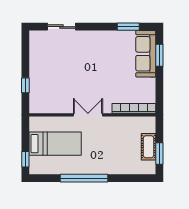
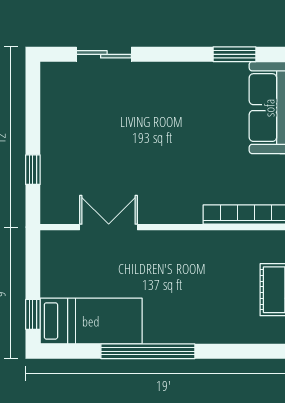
double door: (88, 115) -> (109, 227), moved
bed: (55, 144) -> (91, 321), moved

